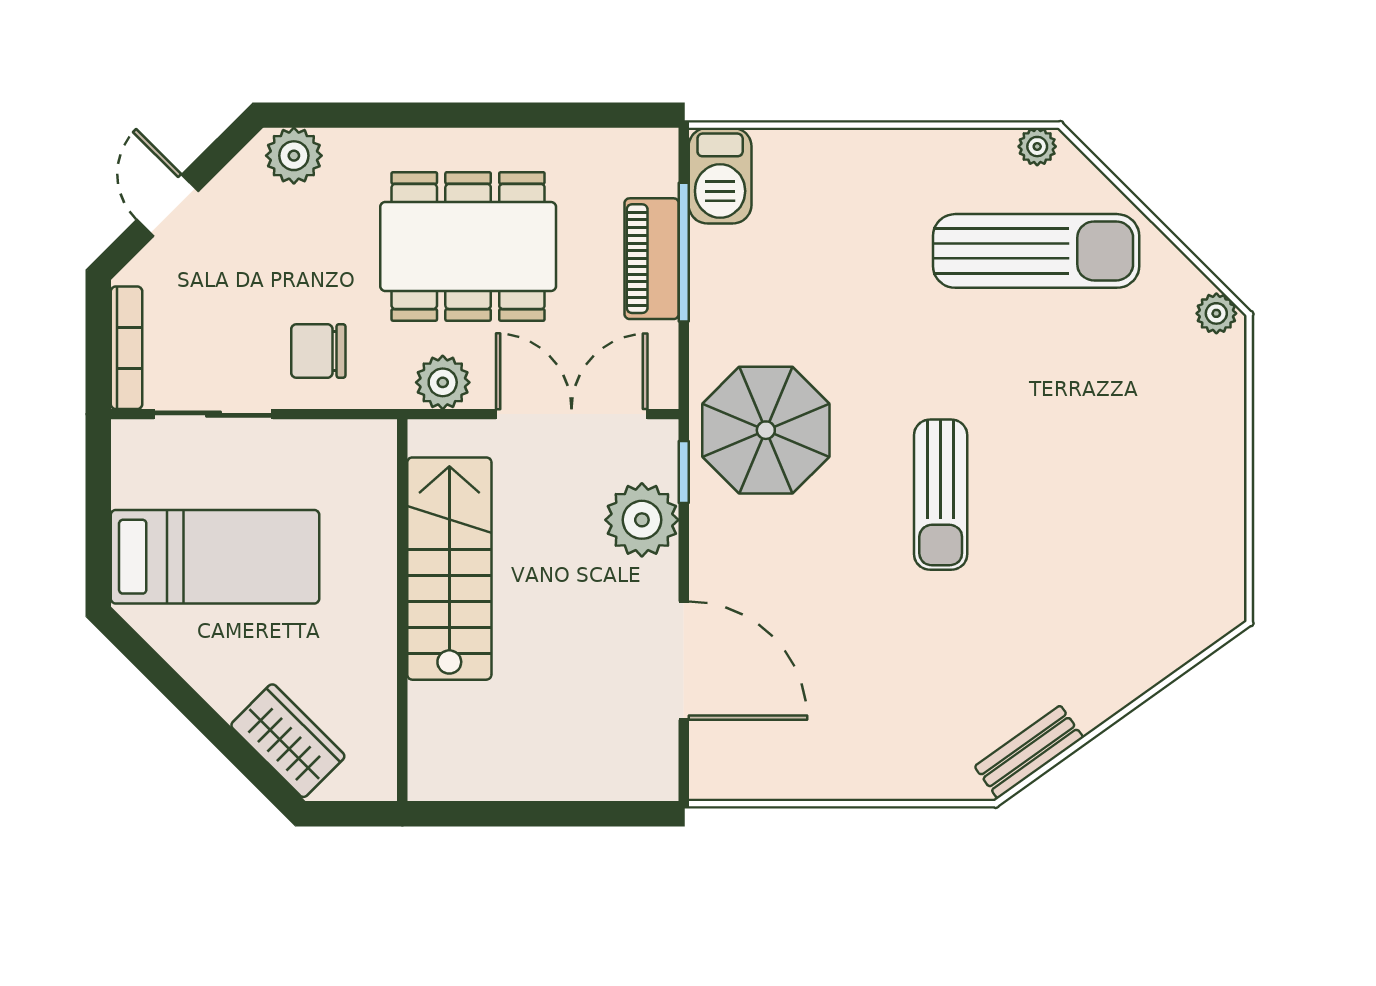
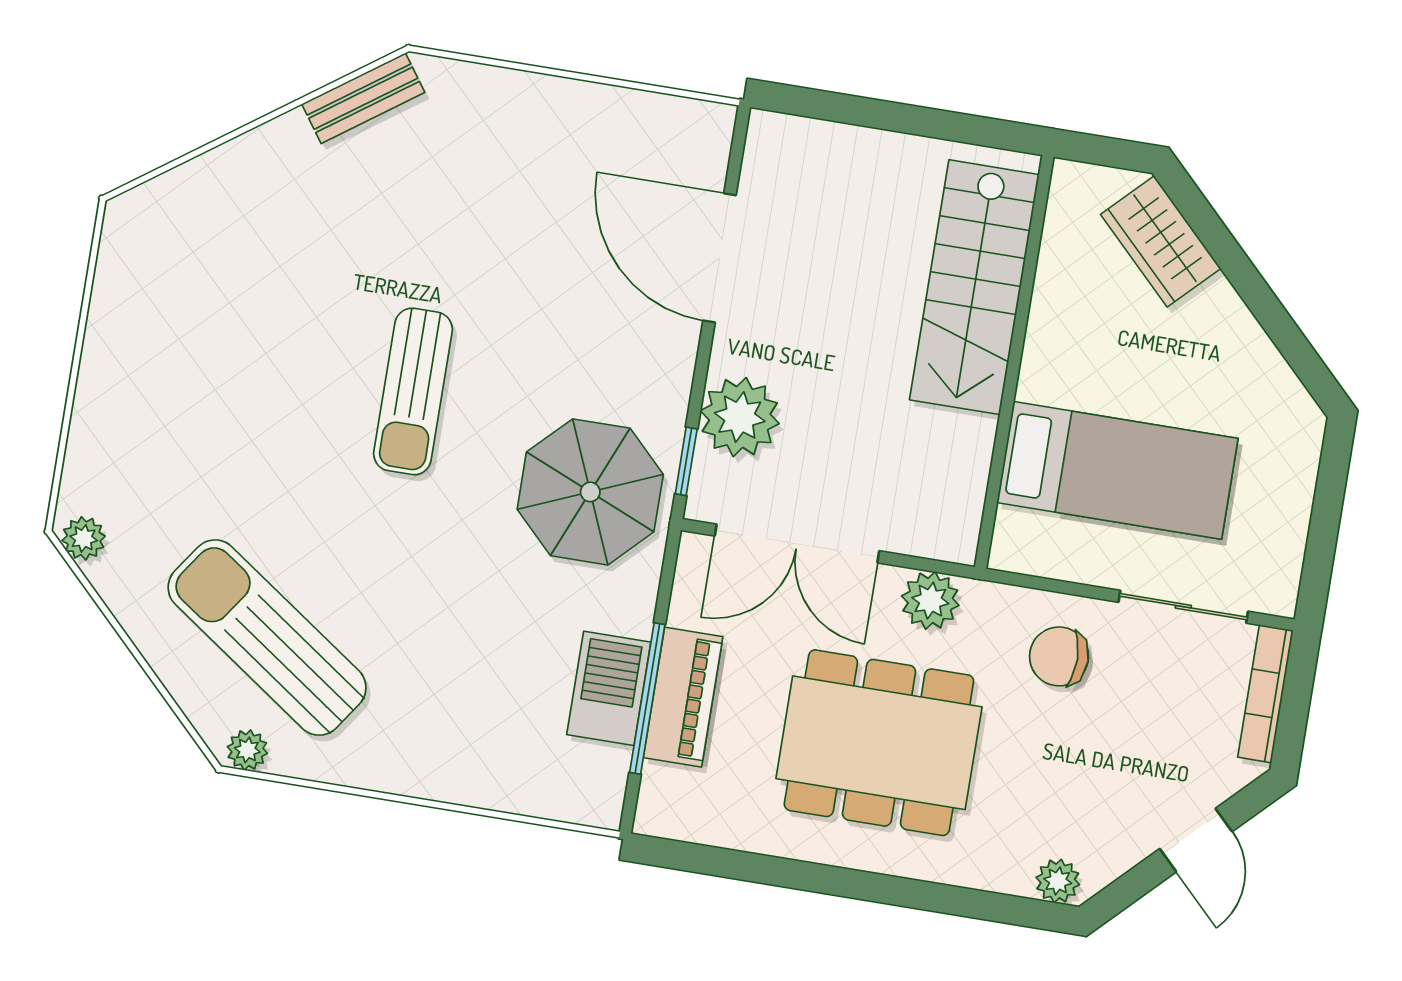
plant: (294, 156) -> (1058, 881), width x0.73, depth x0.73
barbecue: (720, 176) -> (609, 688), moved
sun lounger: (1036, 251) -> (267, 638), turned 35
chair: (318, 351) -> (1059, 656), turned 180
sun lounger: (941, 495) -> (413, 391), turned 180
bed: (215, 557) -> (1117, 470), moved, turned 180
stairs: (449, 569) -> (974, 287), moved

